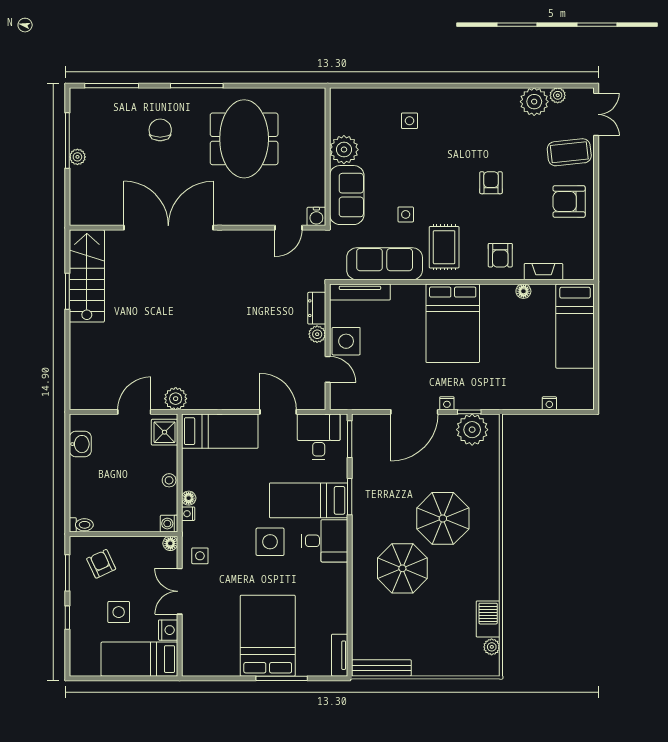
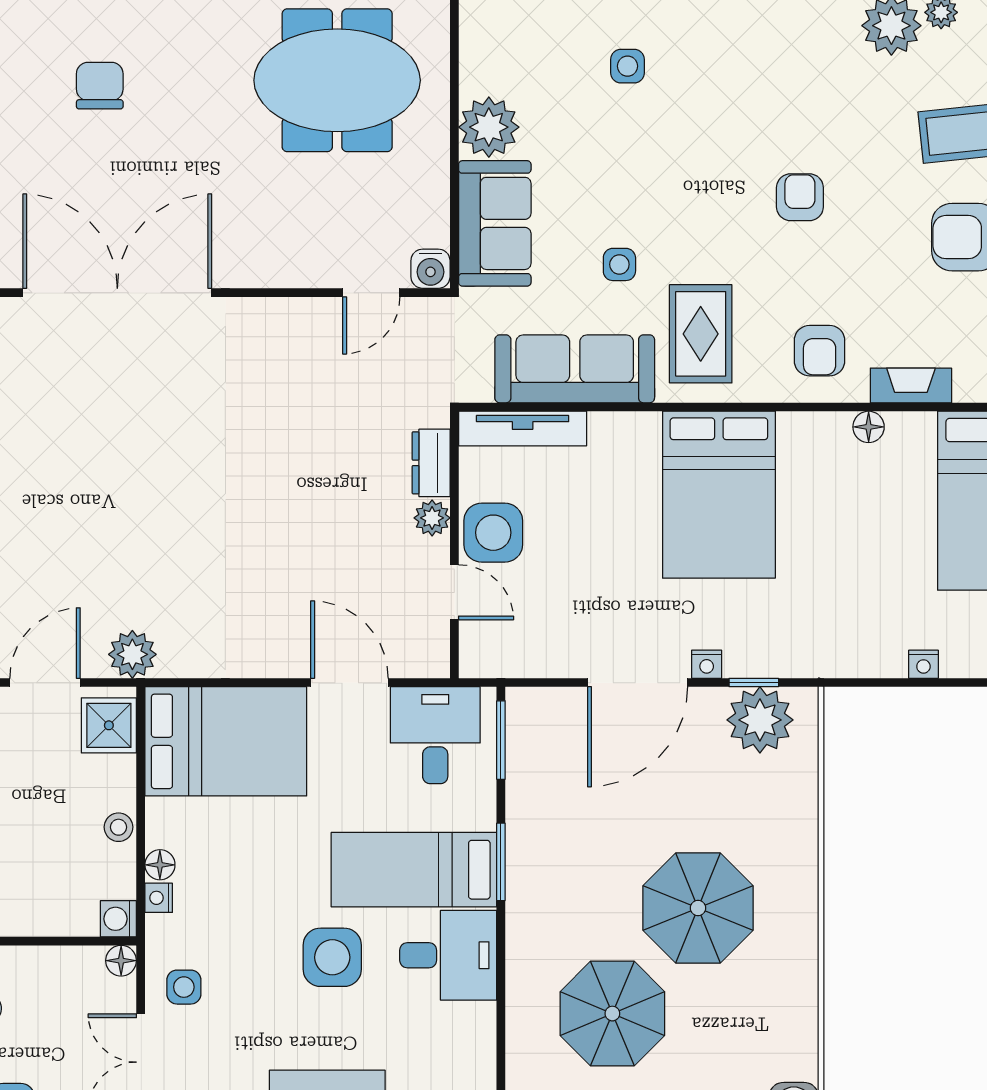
meeting table: (244, 139) -> (337, 80), moved, turned 90
bed: (220, 431) -> (226, 741), width x1.50

